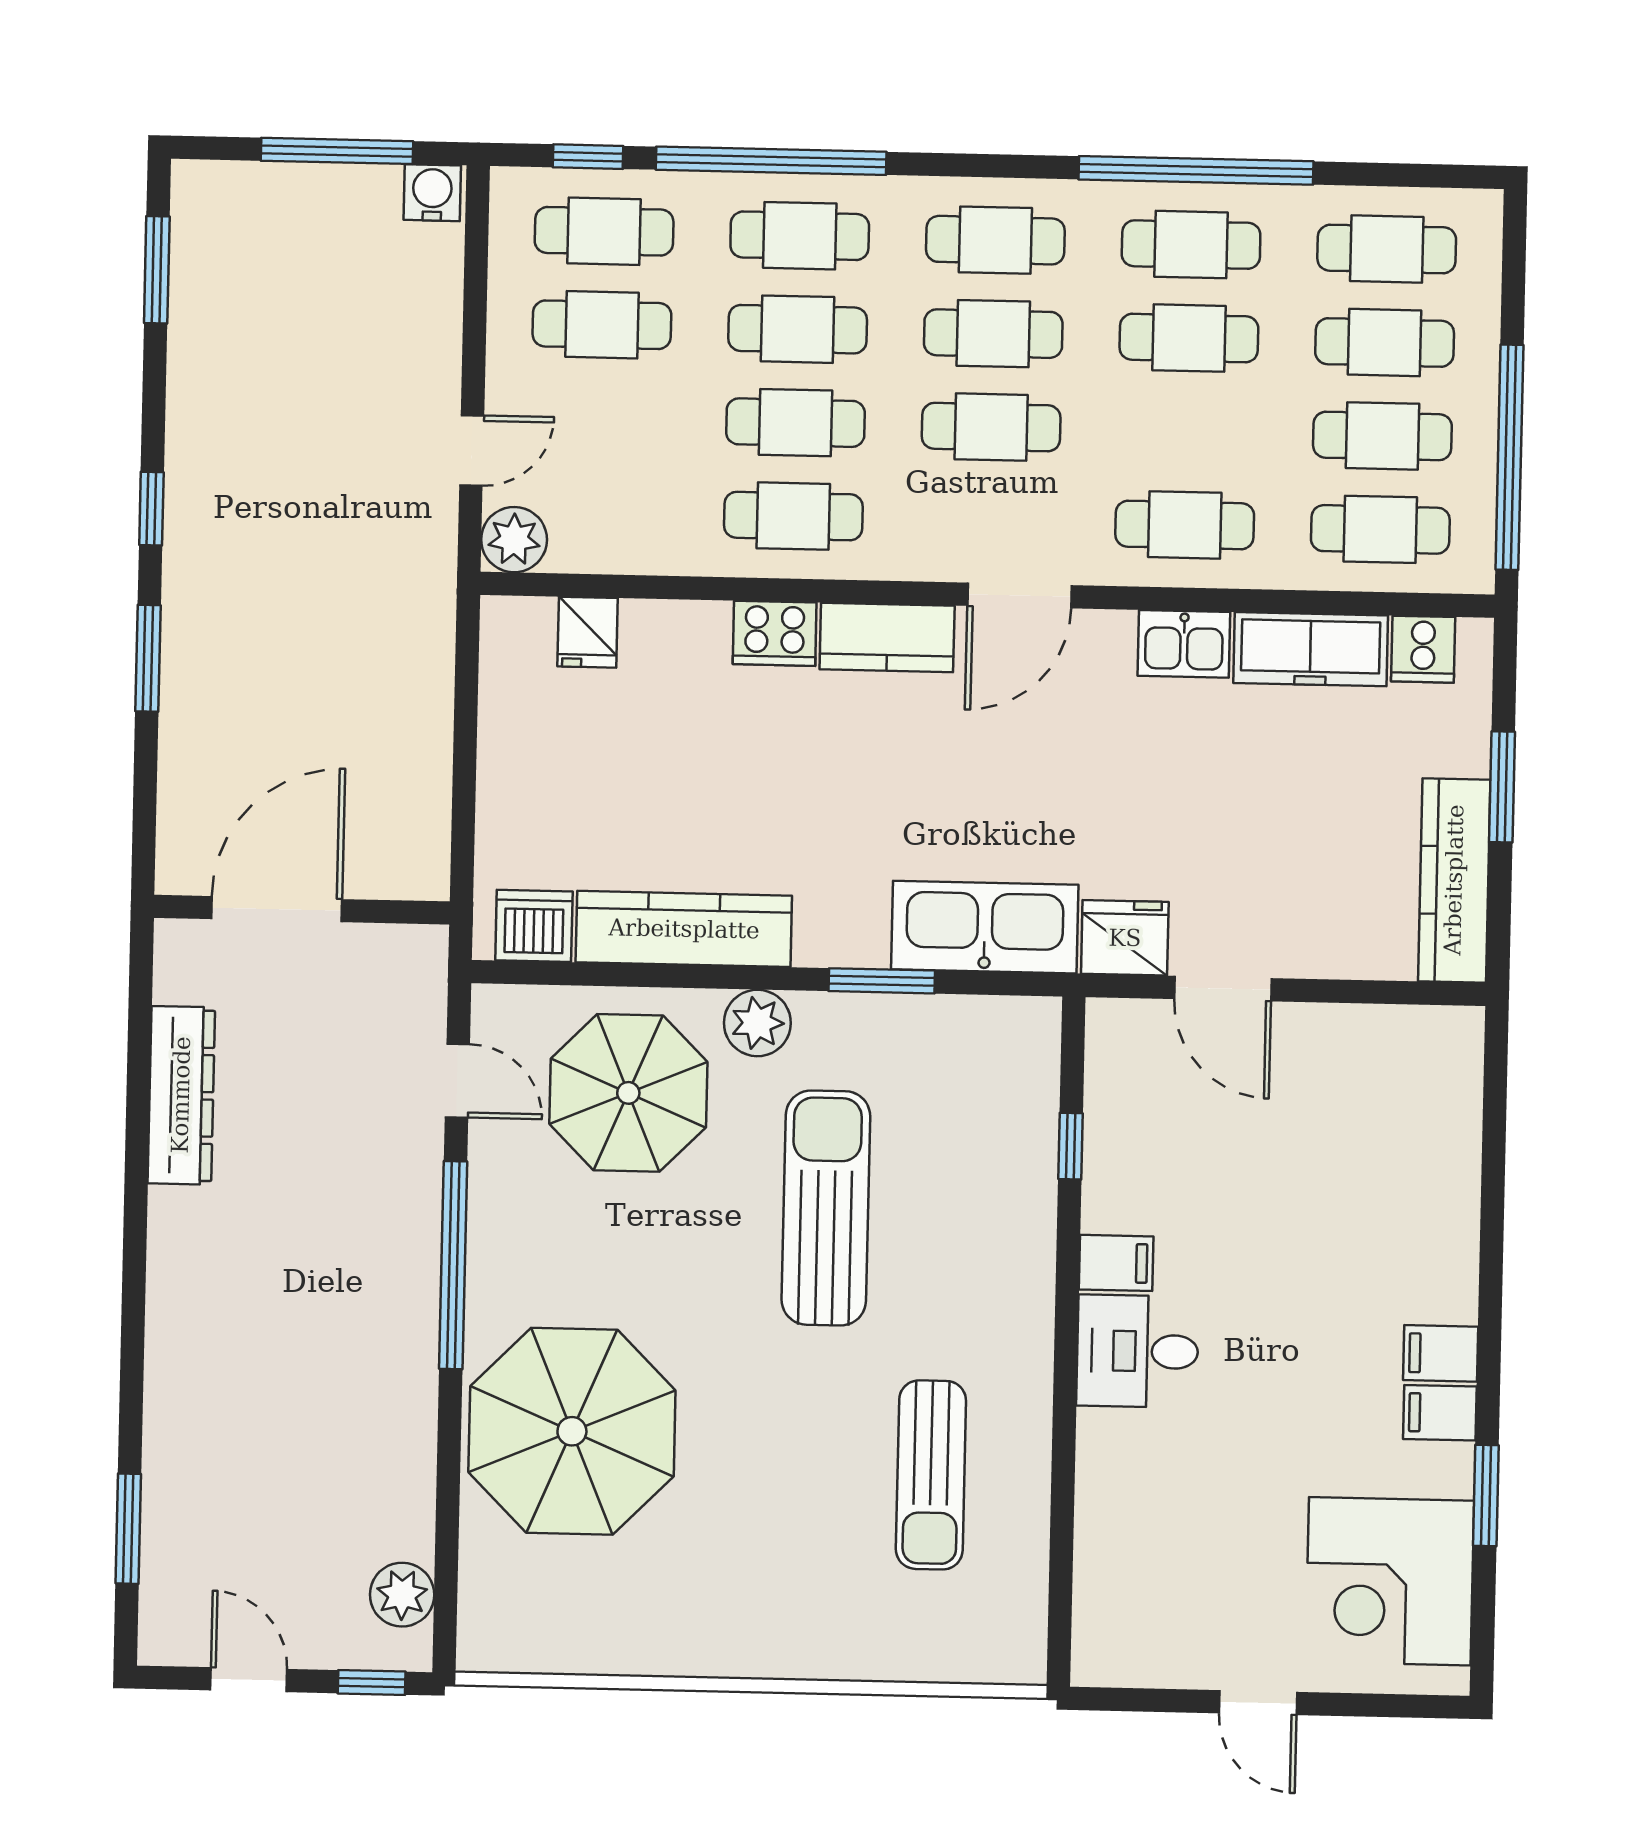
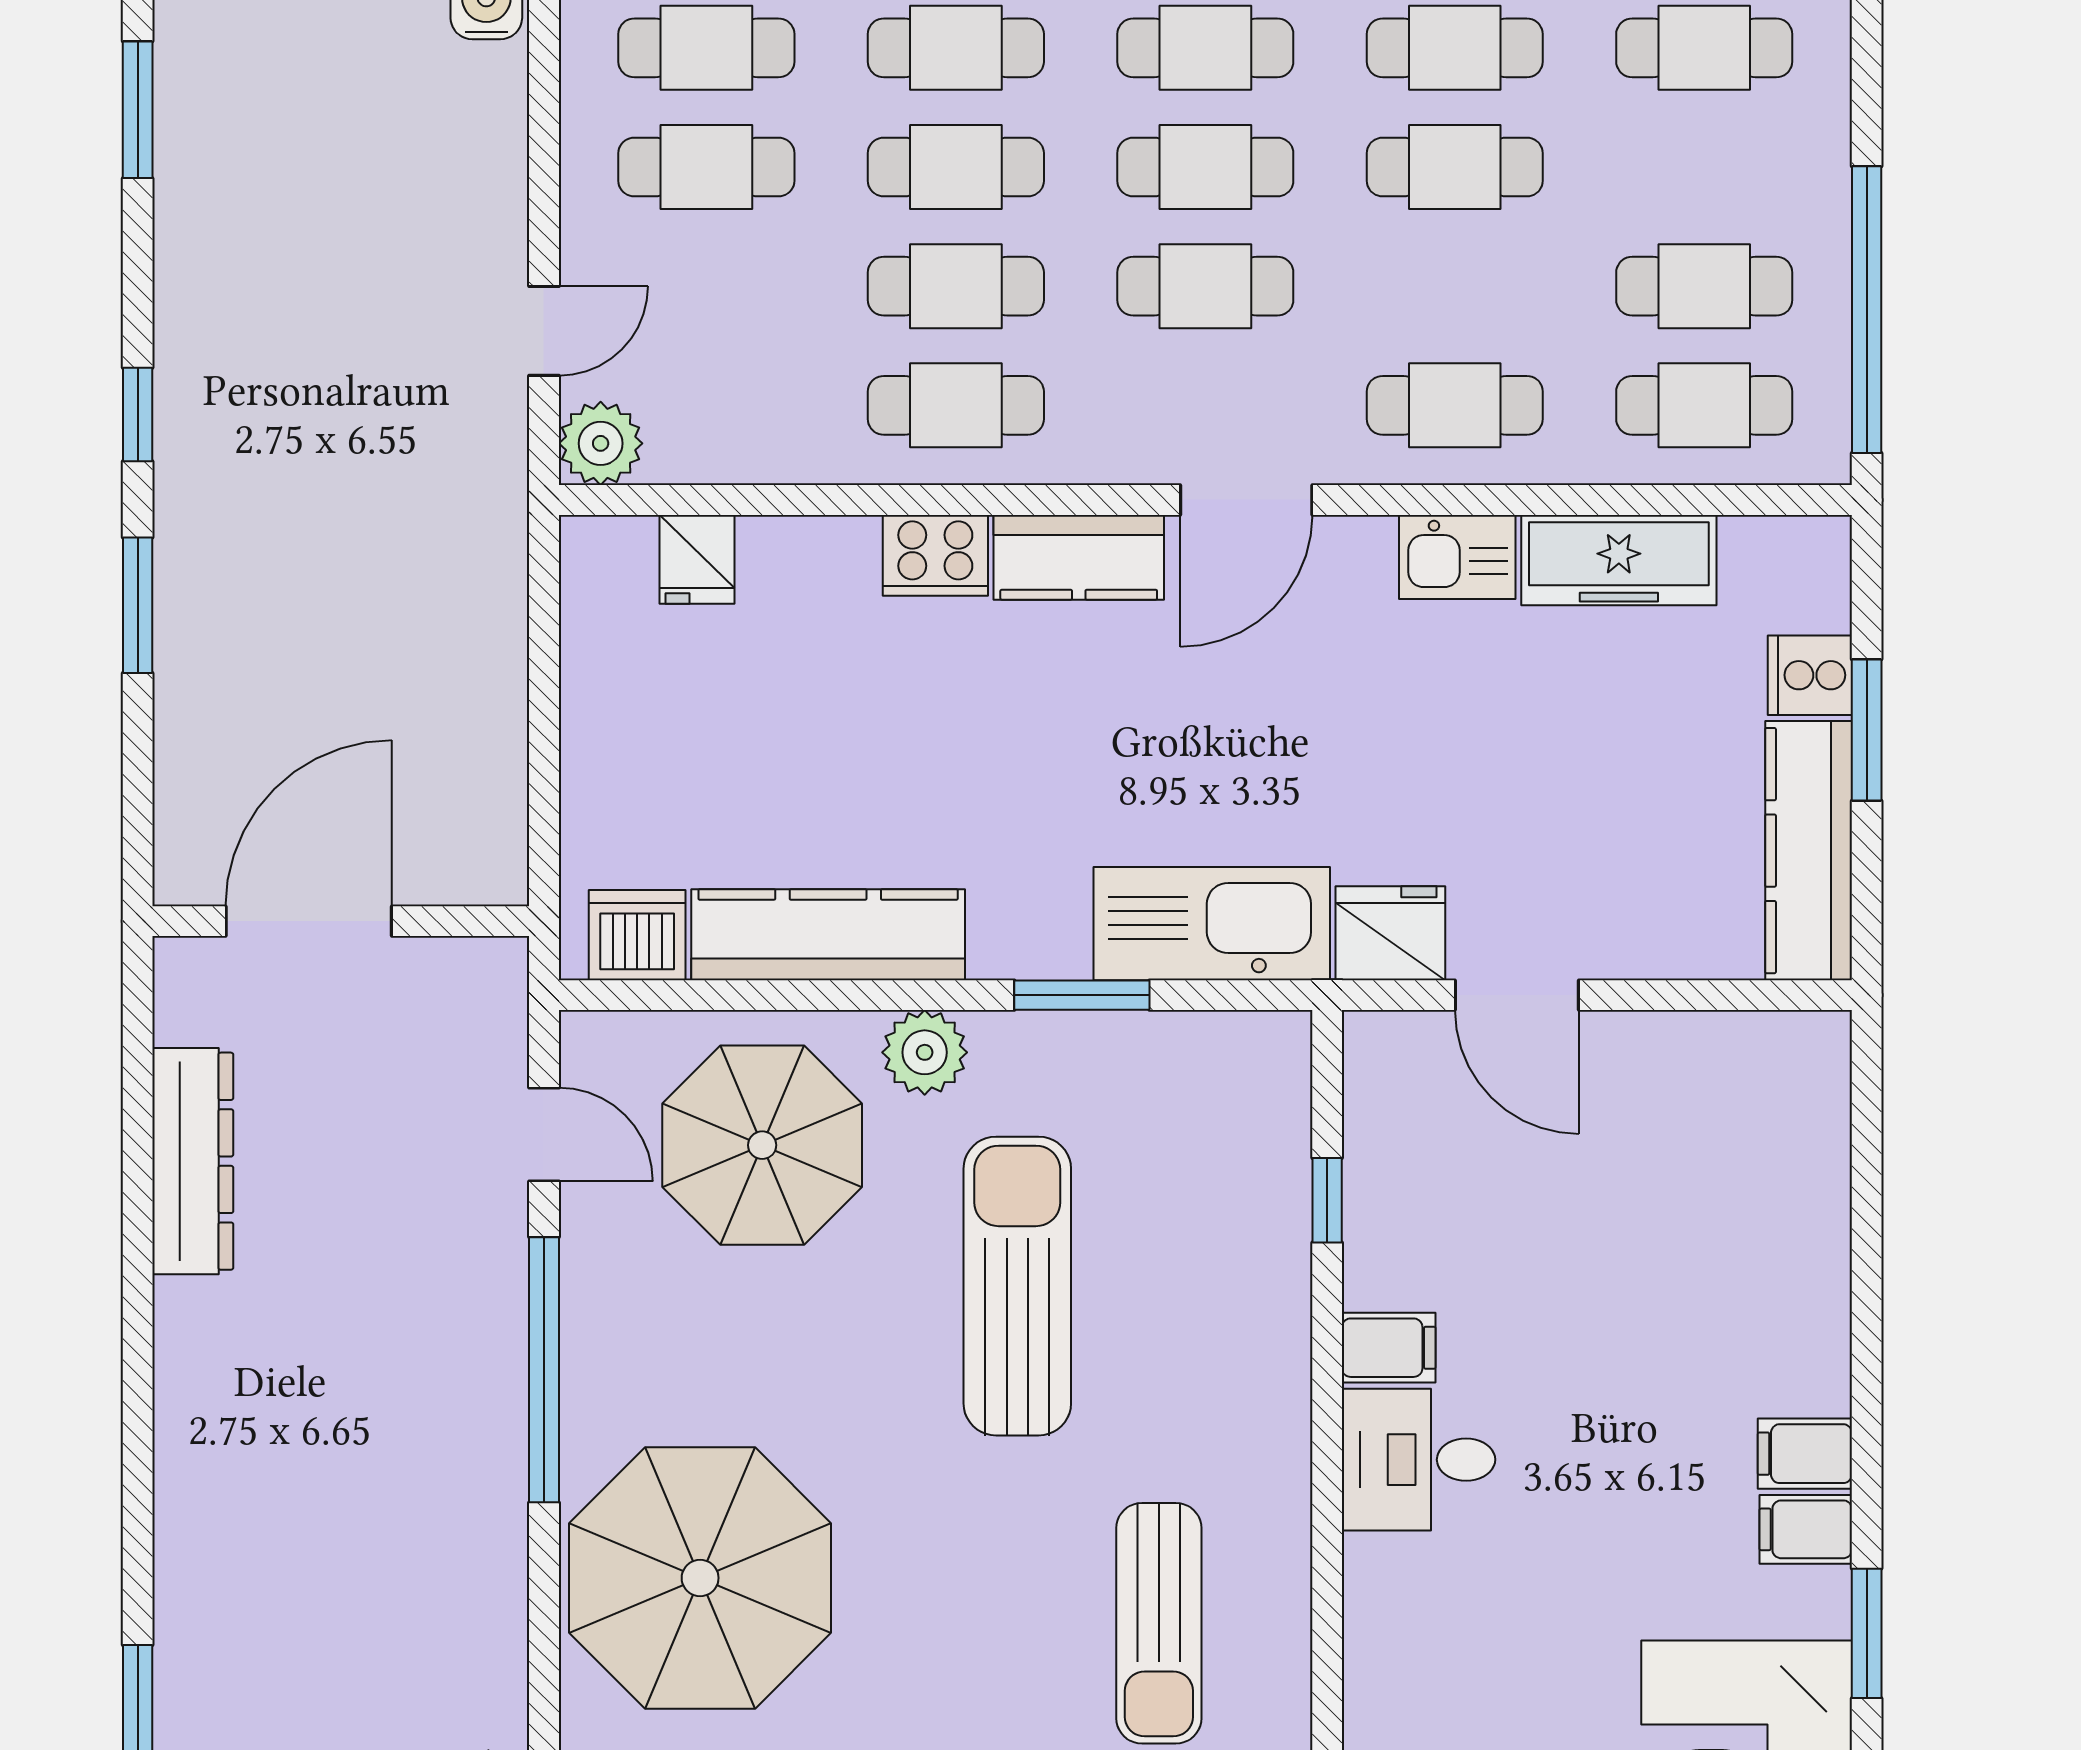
cafe table: (1385, 342) -> (1704, 167), removed
cooker: (1423, 649) -> (1810, 675), moved, turned 90

